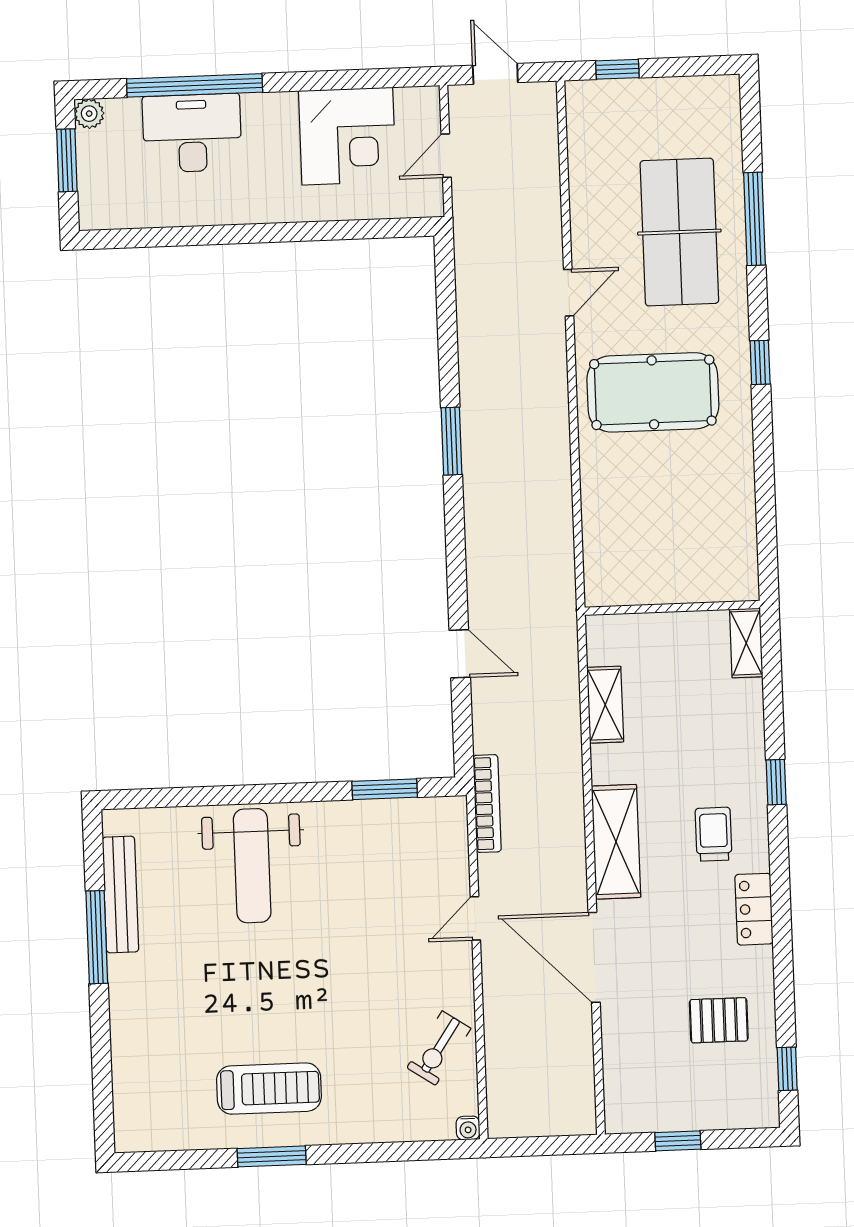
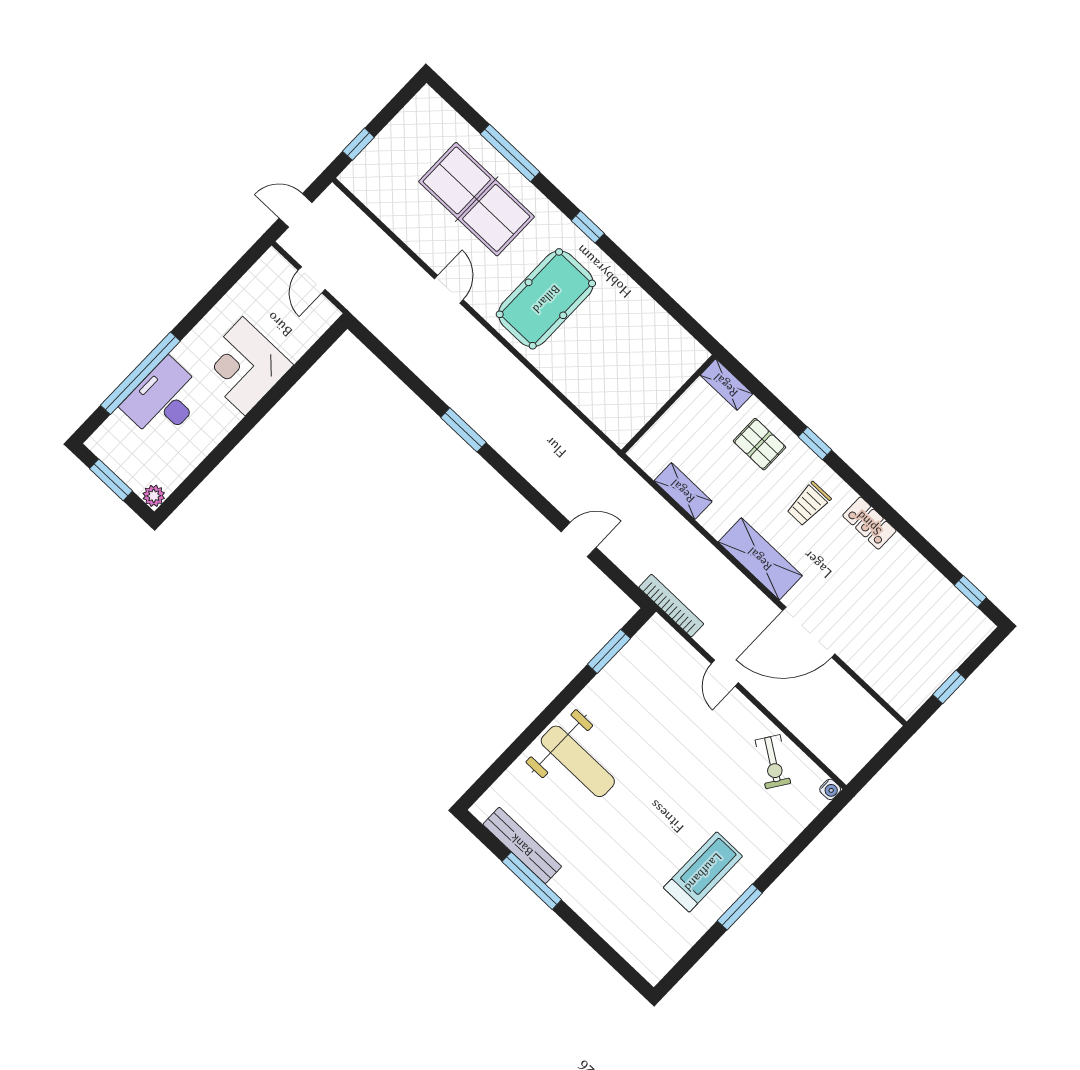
plant: (89, 114) -> (154, 496), moved
corner desk: (347, 136) -> (244, 366), moved, turned 180
trolley: (714, 834) -> (809, 504), turned -90
pallet: (719, 1020) -> (759, 444), moved, turned 90

